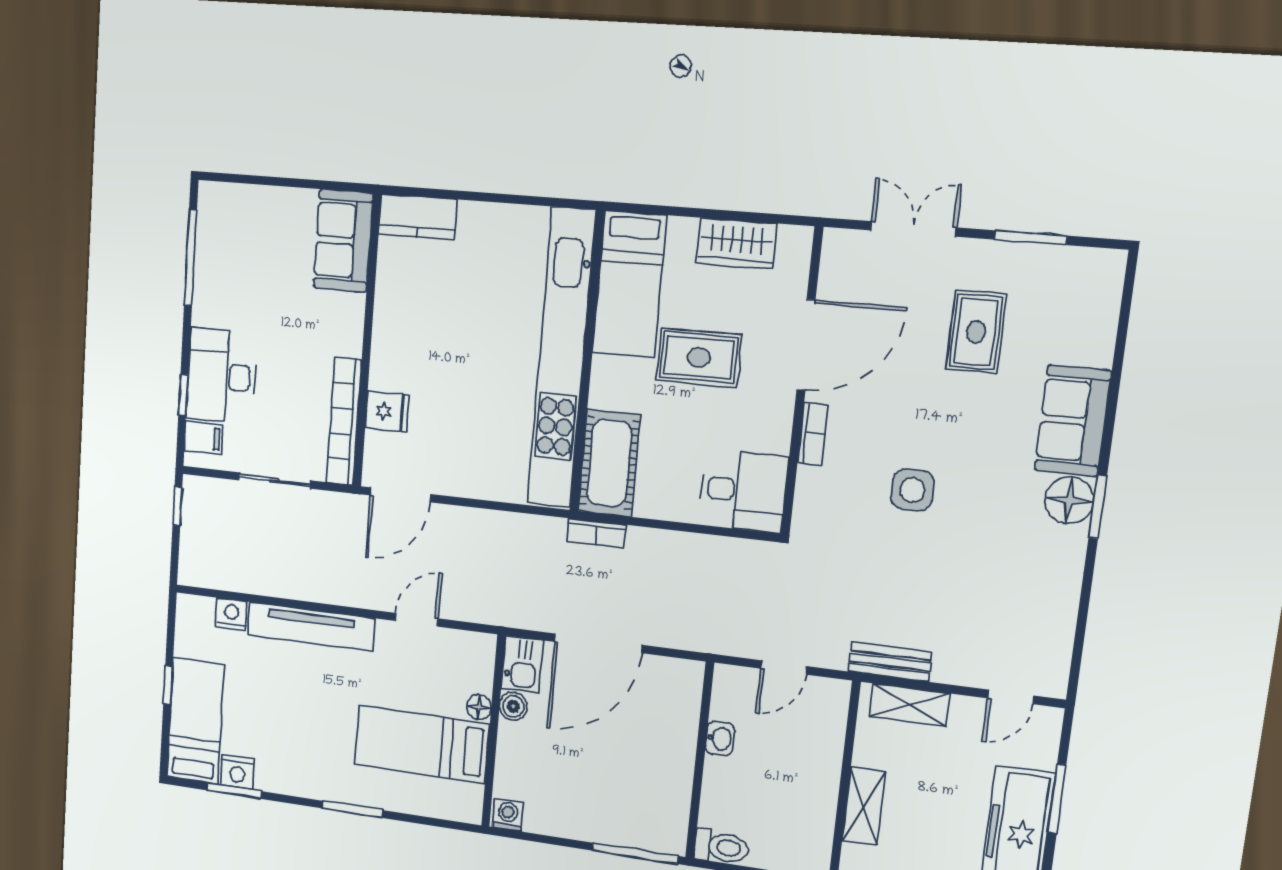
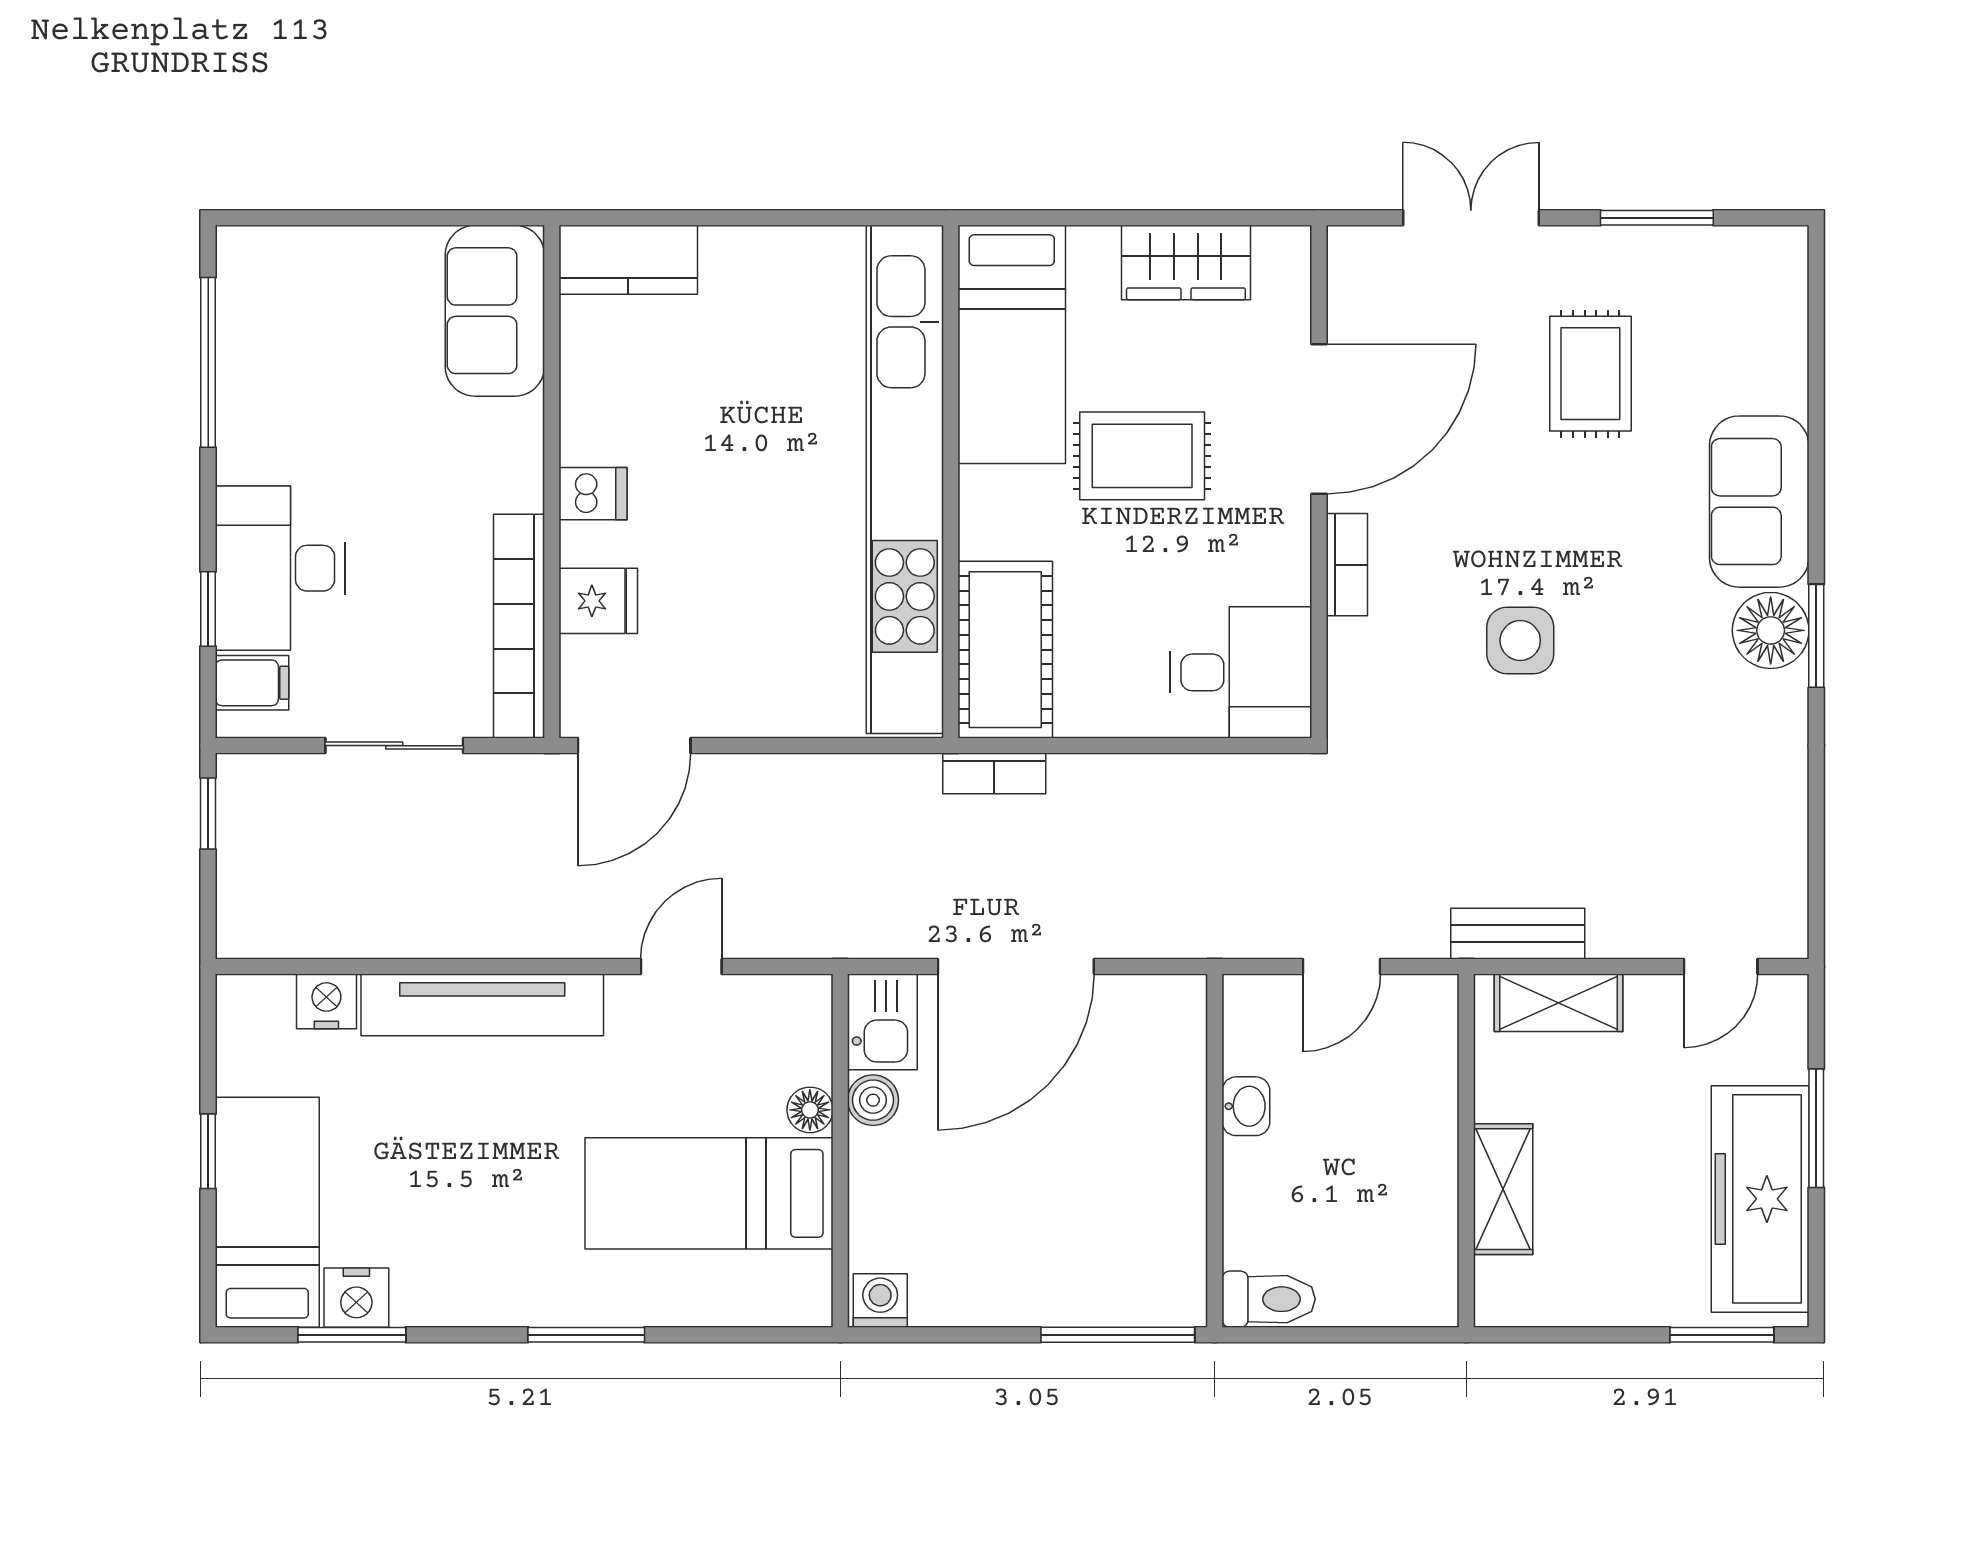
dishwasher: (389, 350) -> (593, 494), added

